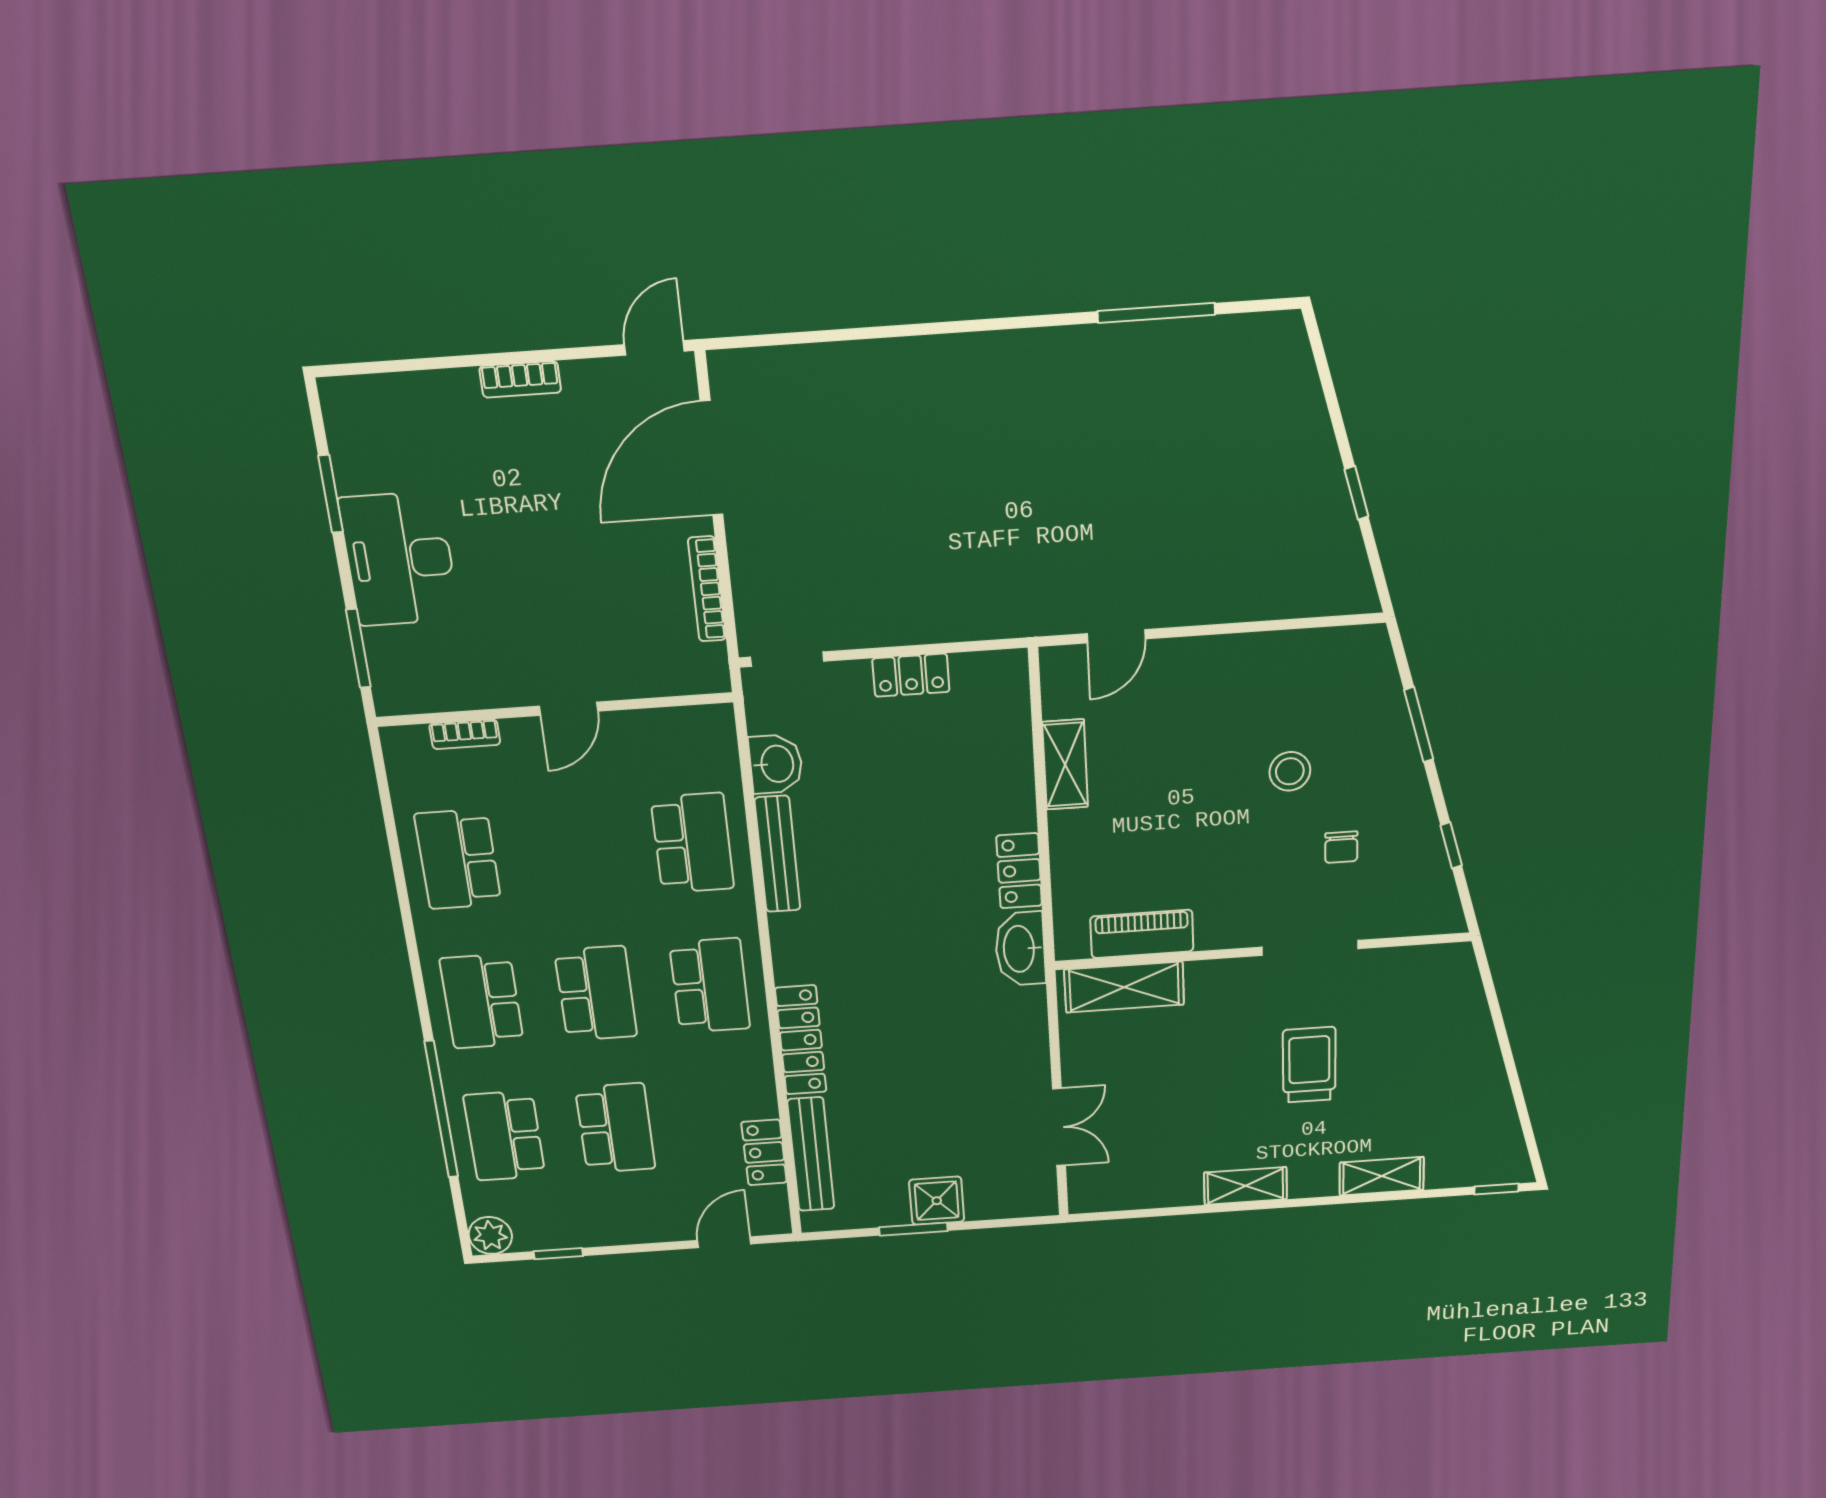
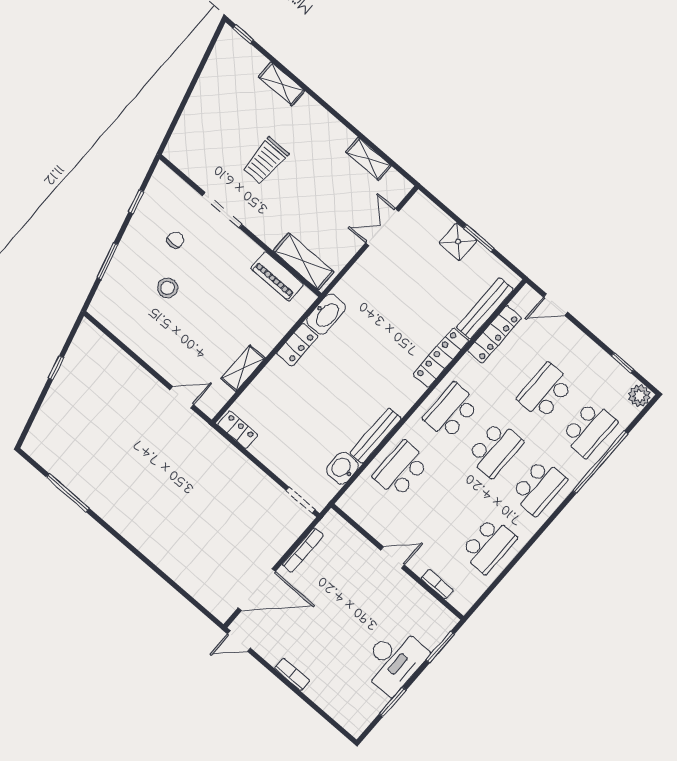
locker: (911, 675) -> (238, 430), moved
school desk: (596, 993) -> (495, 449), turned 180
locker: (764, 1152) -> (494, 334), width x1.53
shelving: (1245, 1186) -> (368, 159), moved

